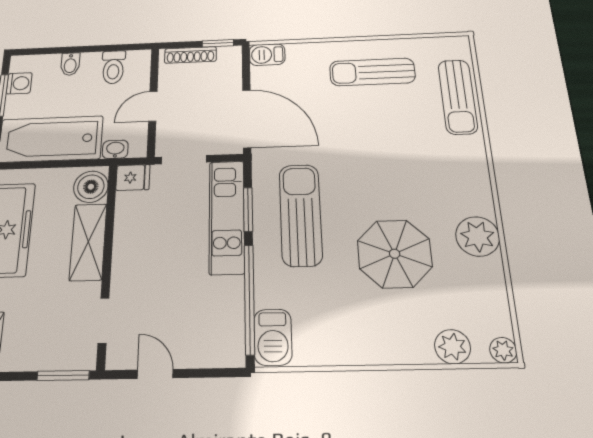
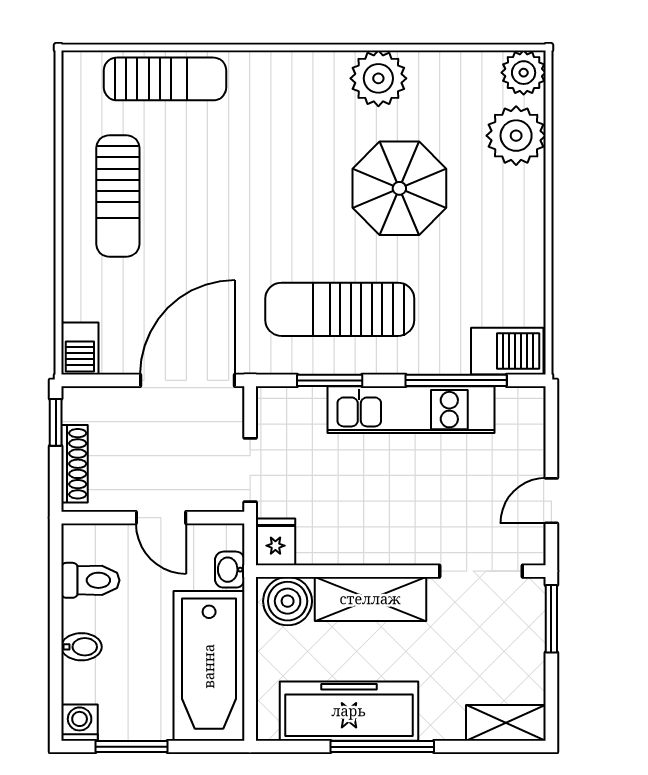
washing machine: (19, 83) -> (80, 723), moved
kitchen unit: (227, 217) -> (411, 410), moved
window: (249, 299) -> (456, 380), width x0.68
doorway: (104, 321) -> (481, 571), width x1.38
plant: (452, 347) -> (516, 136), width x1.36, depth x1.36
plant: (503, 350) -> (524, 73), width x1.38, depth x1.38

